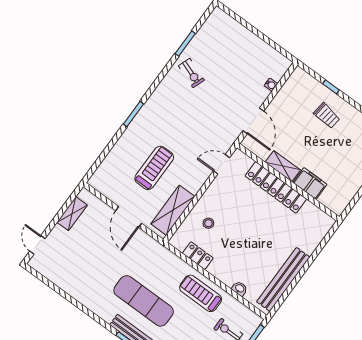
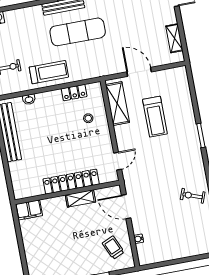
trolley: (327, 116) -> (113, 248), moved, turned 59
filing cabinet: (310, 183) -> (29, 210), moved

